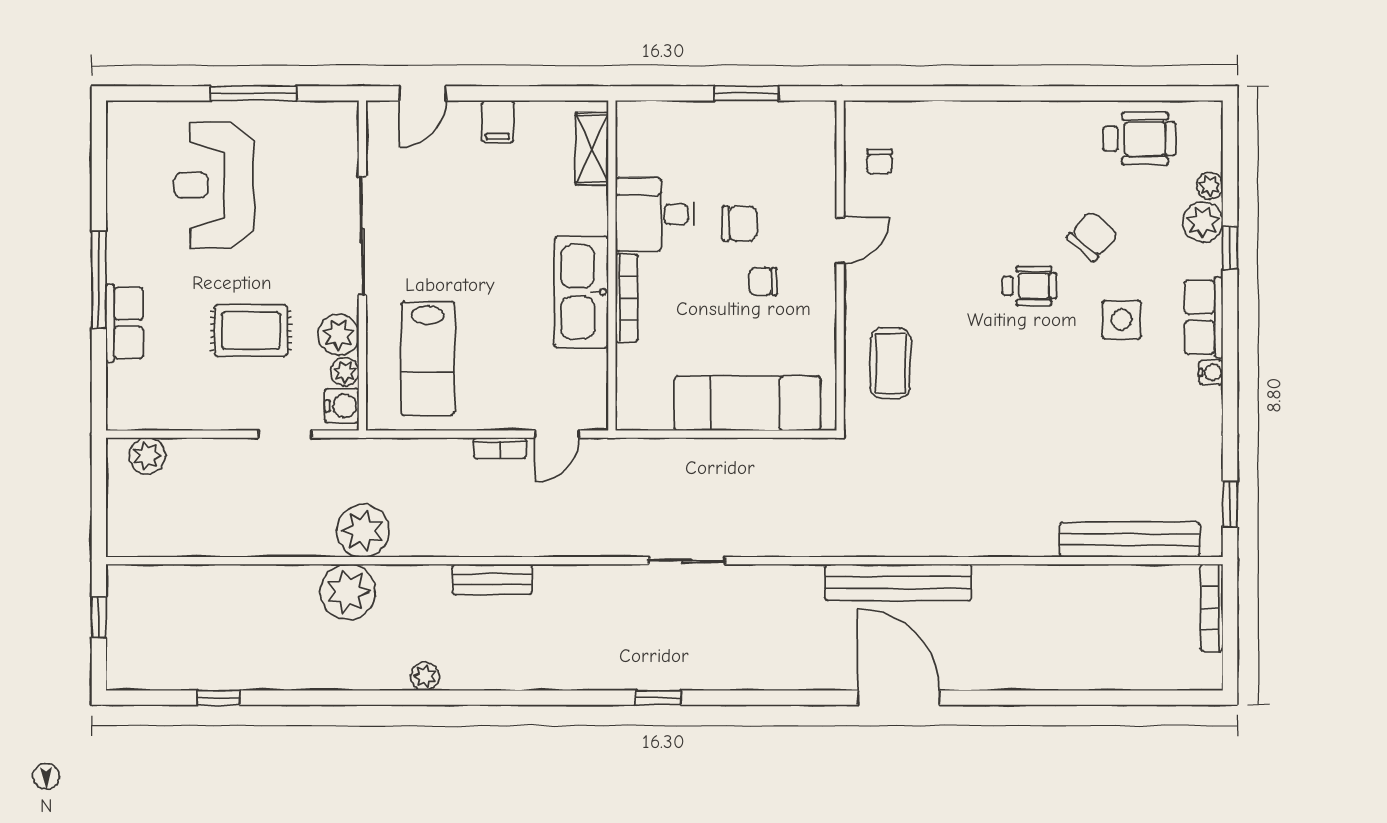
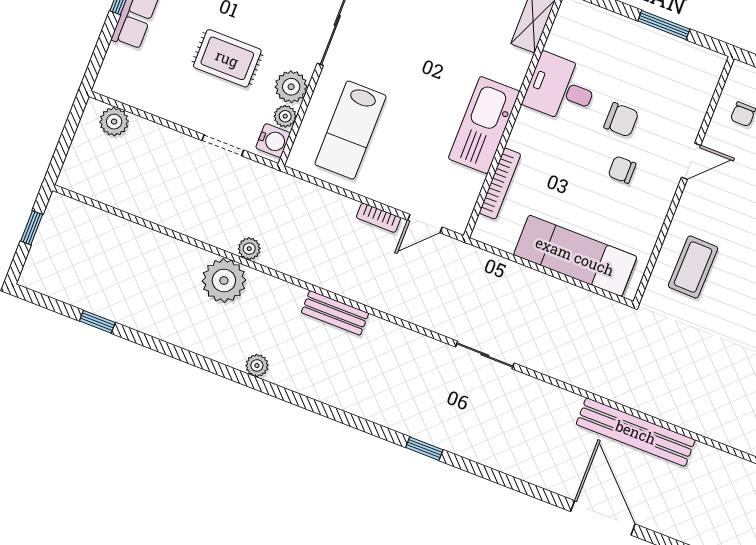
bookcase: (627, 298) -> (500, 184), moved
plant: (363, 531) -> (249, 249), width x0.53, depth x0.53

